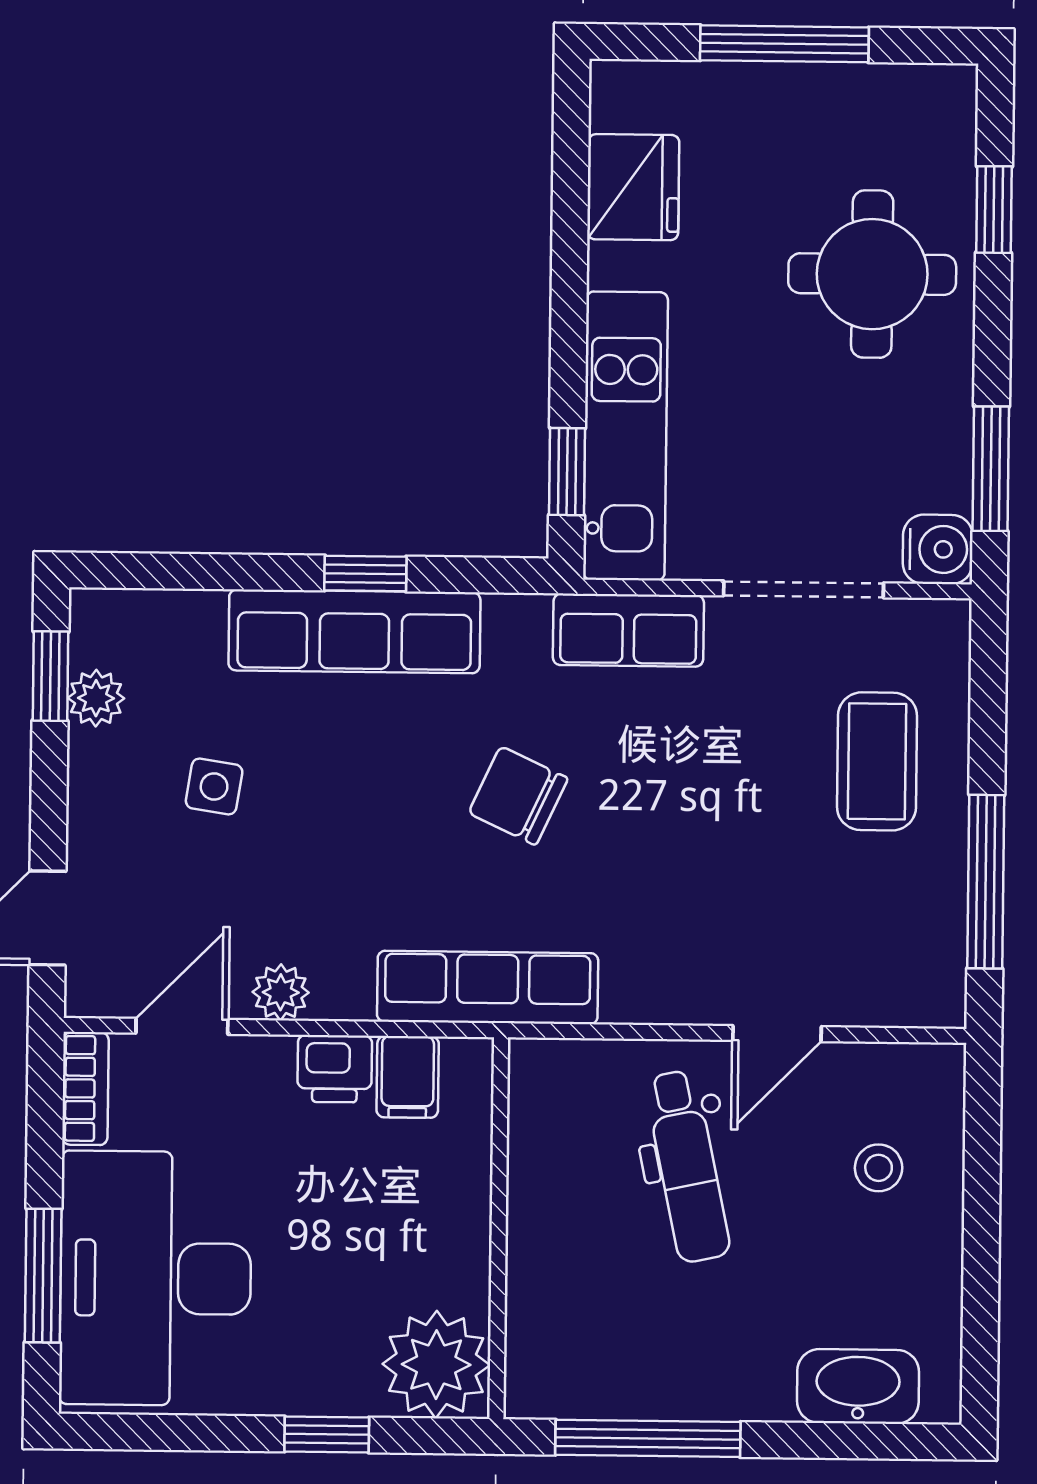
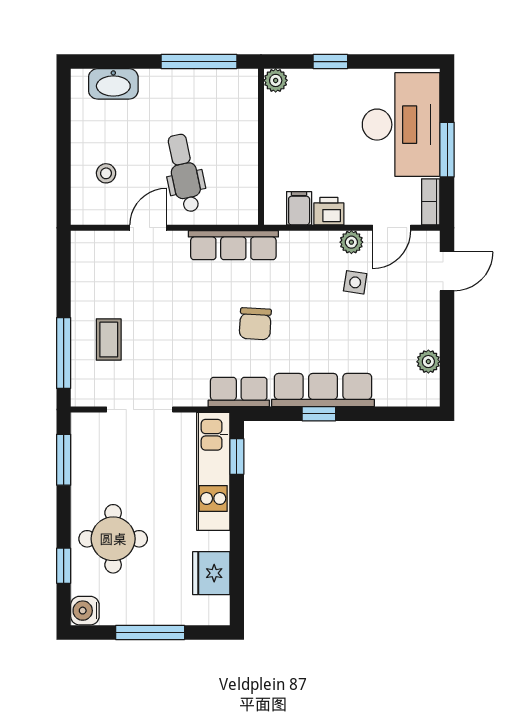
water cooler: (938, 549) -> (85, 611), moved
row of seats: (628, 630) -> (239, 392), moved
window: (50, 676) -> (447, 370), removed
coffee table: (877, 761) -> (109, 340), width x0.73, depth x0.77
side table: (214, 787) -> (355, 282), moved
chair: (518, 796) -> (255, 324), turned 68
window: (986, 882) -> (64, 353), moved
row of seats: (488, 987) -> (233, 245), moved
window: (43, 1276) -> (447, 150), moved
plant: (436, 1365) -> (276, 80), width x0.53, depth x0.53

